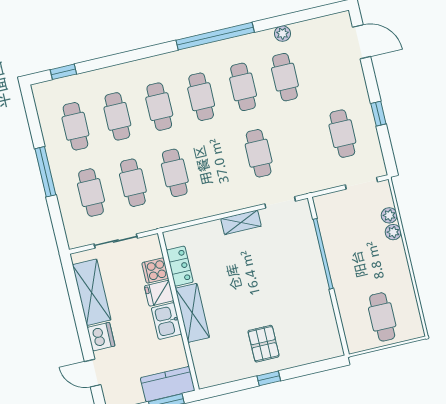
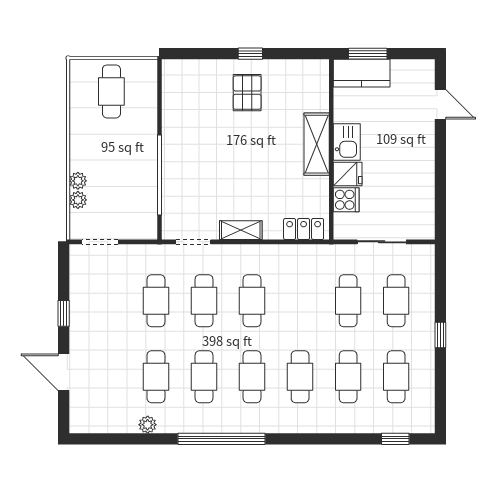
door: (362, 42) -> (64, 372), moved
cafe table: (342, 134) -> (156, 301), moved
window: (45, 172) -> (440, 335), width x0.46
cafe table: (175, 173) -> (252, 301), moved
locker: (180, 266) -> (304, 229), moved, turned 90
shelving: (92, 292) -> (421, 192), removed
dishwasher: (101, 337) -> (422, 142), removed

